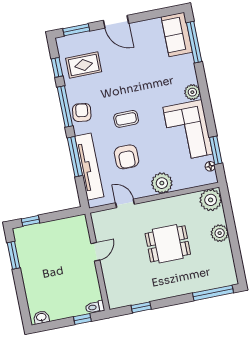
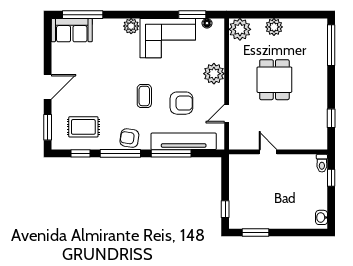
rug: (84, 65) -> (83, 127), turned 90

